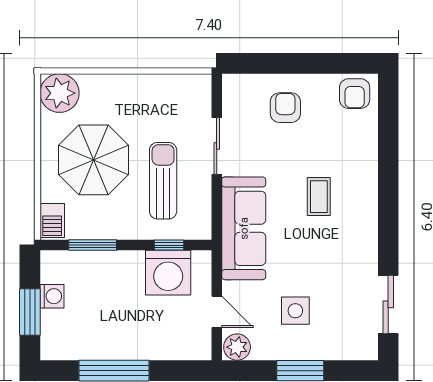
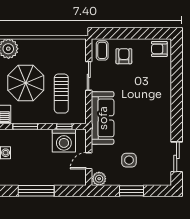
armchair: (355, 94) -> (159, 49), turned 90
sun lounger: (163, 181) -> (61, 94), turned 180
coffee table: (319, 197) -> (102, 50), moved
door: (217, 312) -> (89, 161), swing flipped

